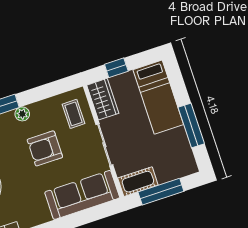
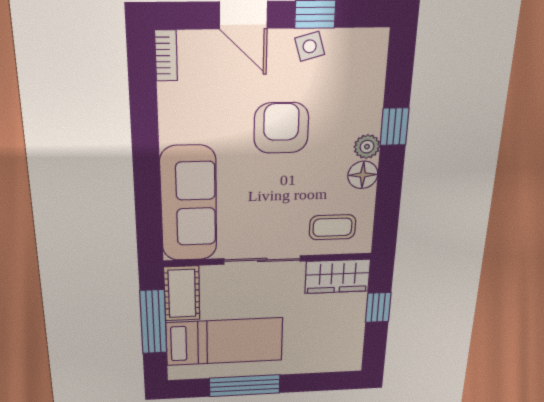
bed: (158, 97) -> (225, 342), moved, turned 180
floor lamp: (38, 110) -> (363, 175), added
armchair: (45, 148) -> (281, 128), moved

